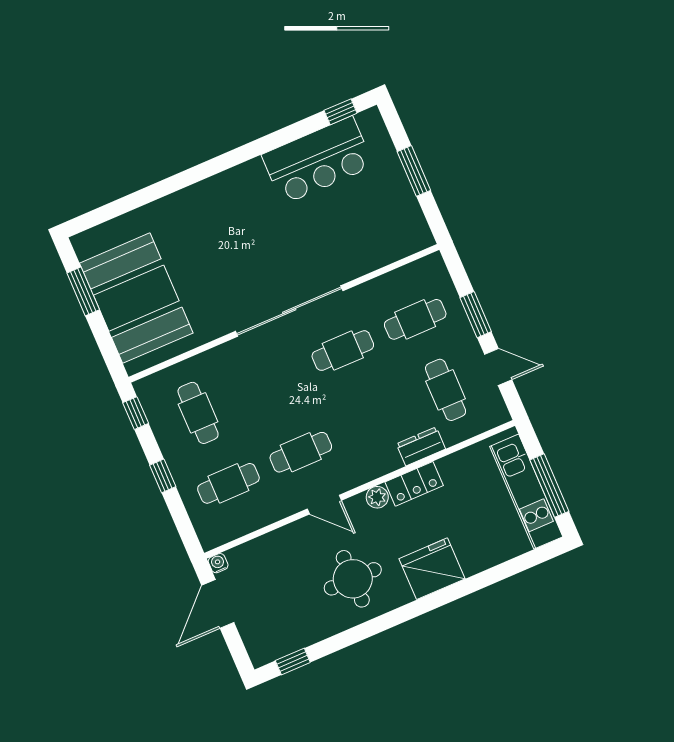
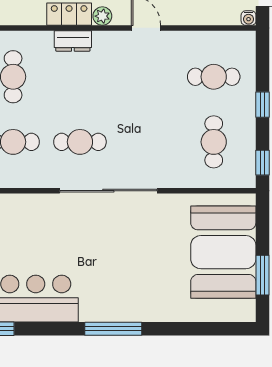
window: (220, 164) -> (113, 329), added
dresser: (421, 446) -> (73, 41), moved
cafe table: (301, 452) -> (147, 77), removed

